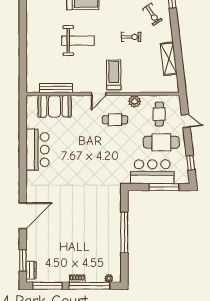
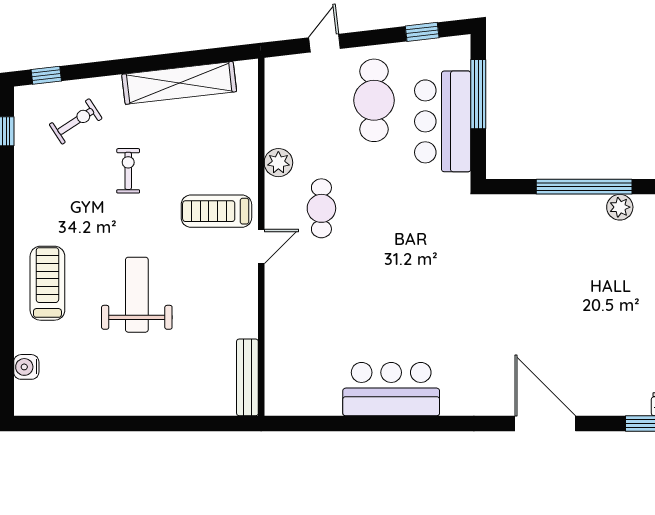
shelving: (169, 59) -> (179, 83), width x1.47
bench: (56, 88) -> (247, 377), moved
door: (99, 94) -> (261, 247), hinge flipped
booth: (54, 106) -> (290, 350), removed
cafe table: (159, 114) -> (308, 105), removed
plant: (115, 248) -> (620, 207), added

